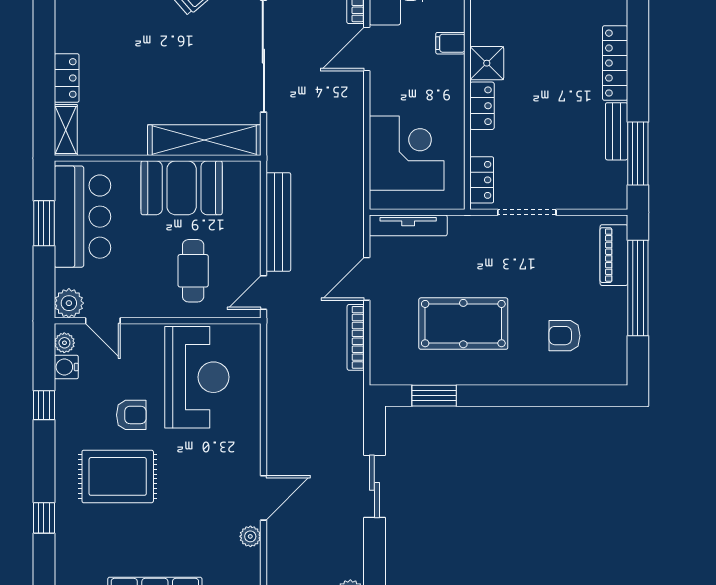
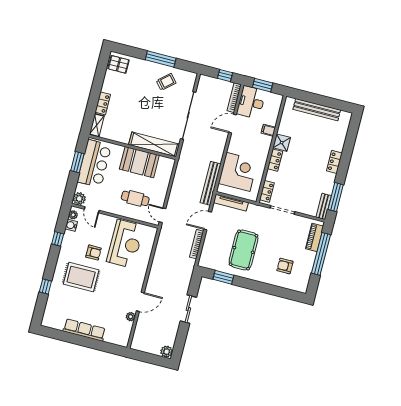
locker: (615, 63) -> (334, 162), width x0.66
bench: (617, 131) -> (324, 206), moved
bench: (278, 222) -> (210, 183), moved
cafe table: (193, 271) -> (135, 198), turned 90
door: (263, 293) -> (163, 215), hinge flipped
pool table: (463, 324) -> (244, 250), turned 90

